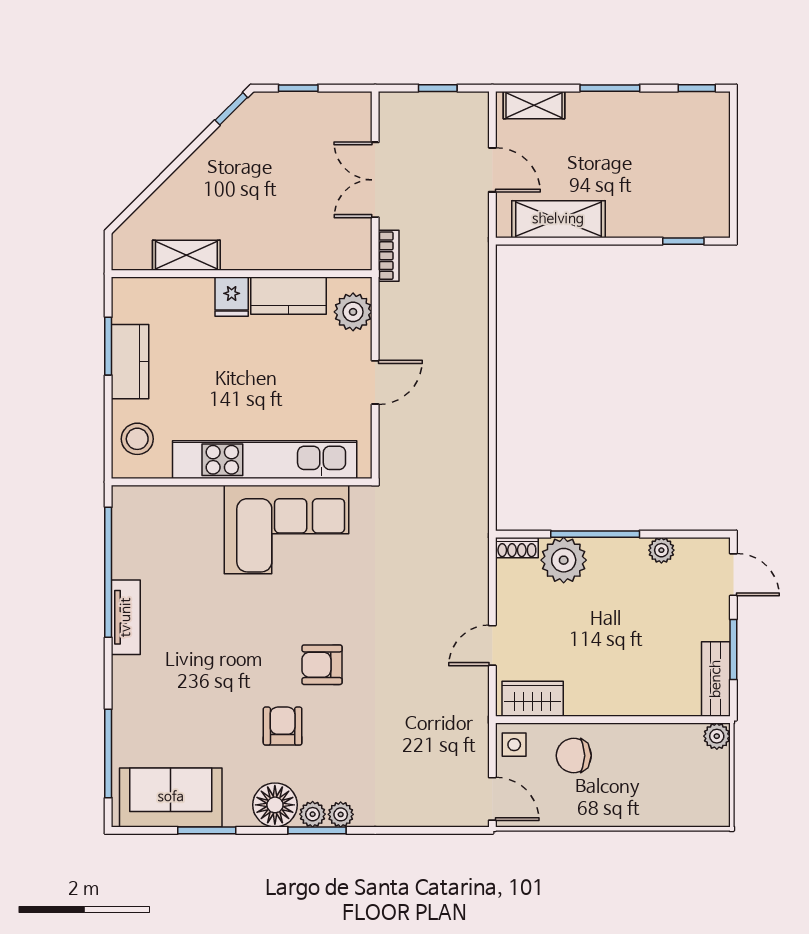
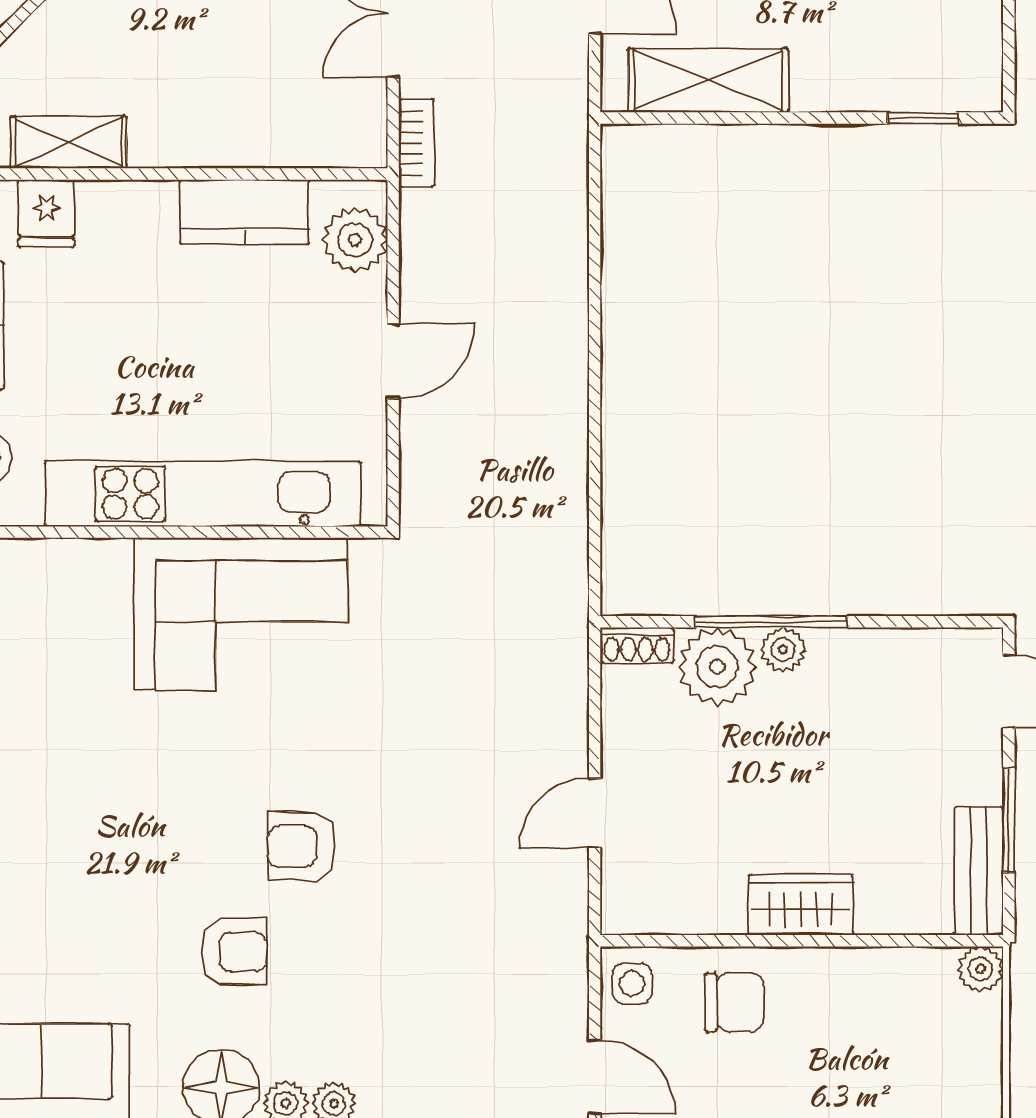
fridge: (232, 297) -> (46, 213), moved
plant: (661, 550) -> (783, 649), moved
wardrobe: (533, 699) -> (801, 905), moved
armchair: (283, 726) -> (234, 952), turned 90
chair: (574, 756) -> (734, 1002), turned 180

